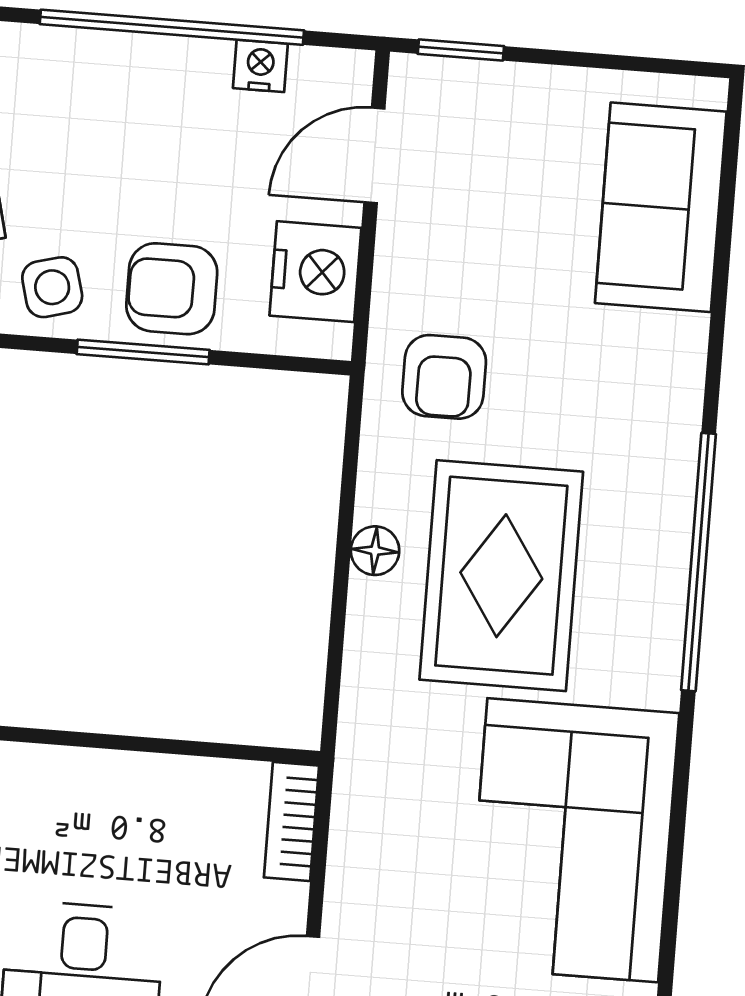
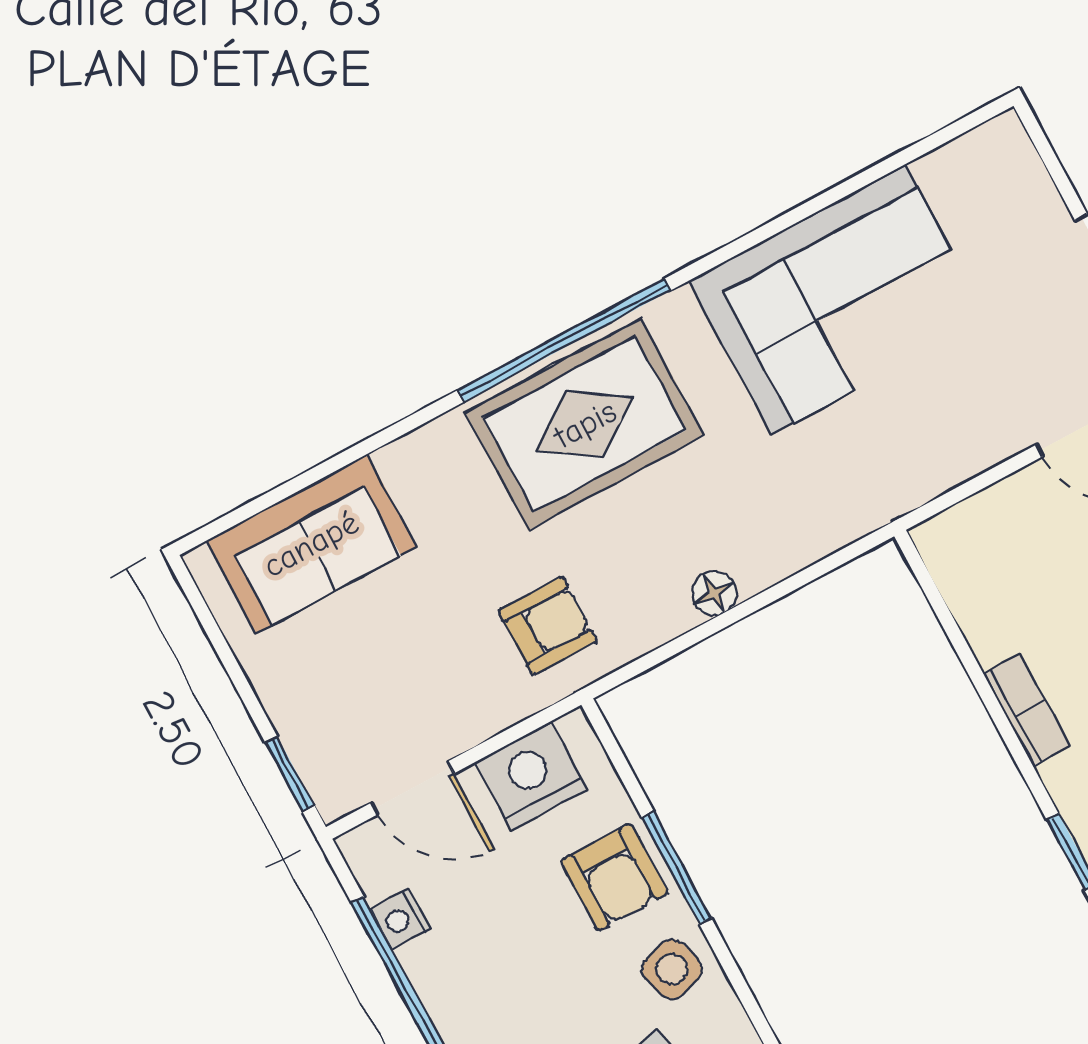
rug: (501, 576) -> (585, 424), moved
bookcase: (292, 821) -> (1027, 710), moved, turned -90

